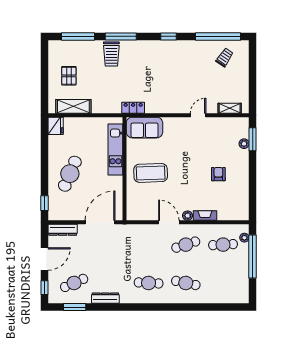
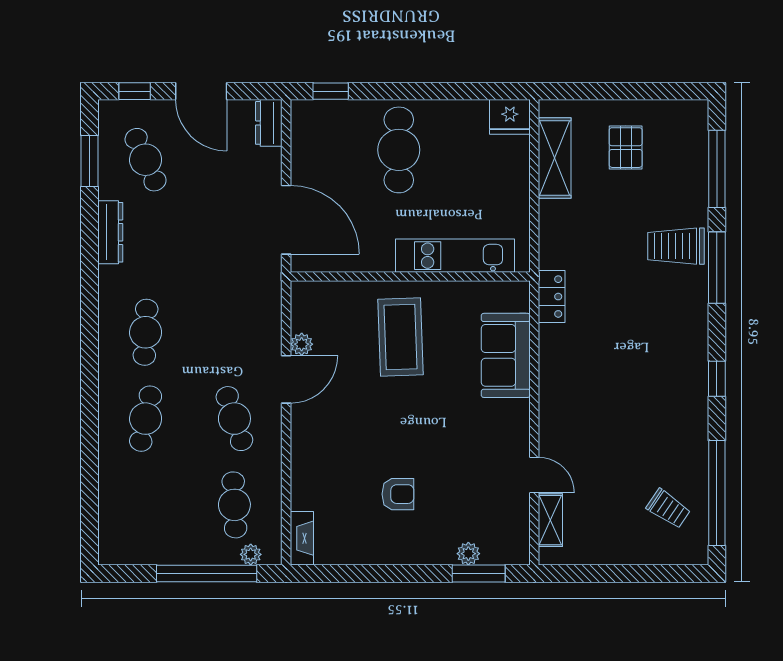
pallet: (69, 76) -> (626, 148), turned 90
door: (198, 115) -> (534, 475), moved
sofa: (144, 128) -> (506, 355), moved
cafe table: (70, 174) -> (399, 150), turned 67
plant: (188, 216) -> (302, 344), moved
fireplace: (205, 216) -> (302, 538), moved
dresser: (63, 230) -> (269, 123), width x0.70

